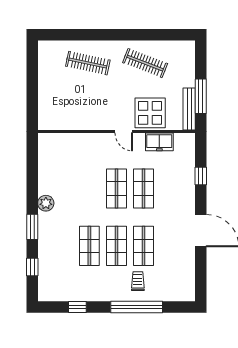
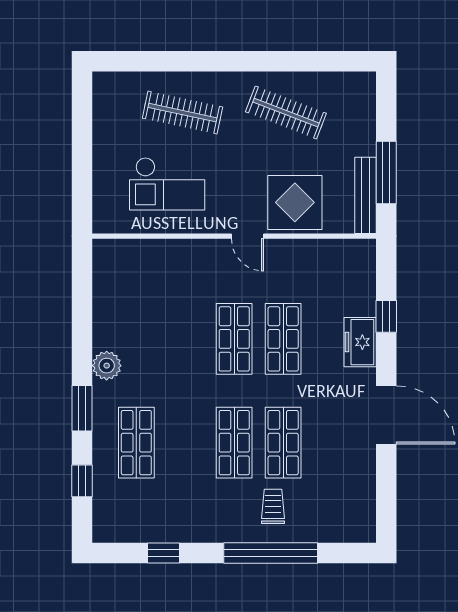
checkout: (79, 103) -> (167, 184), added
freezer: (159, 142) -> (360, 342), moved, turned 90
shop shelf: (89, 246) -> (136, 443), moved

